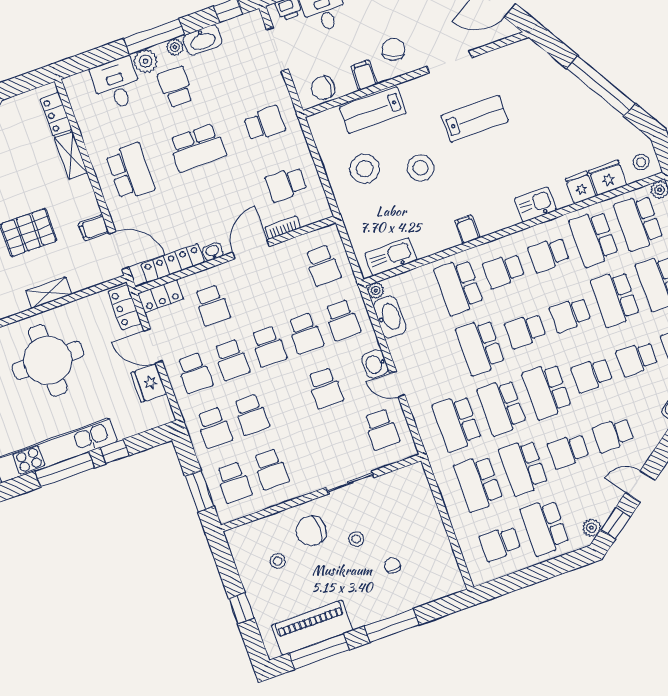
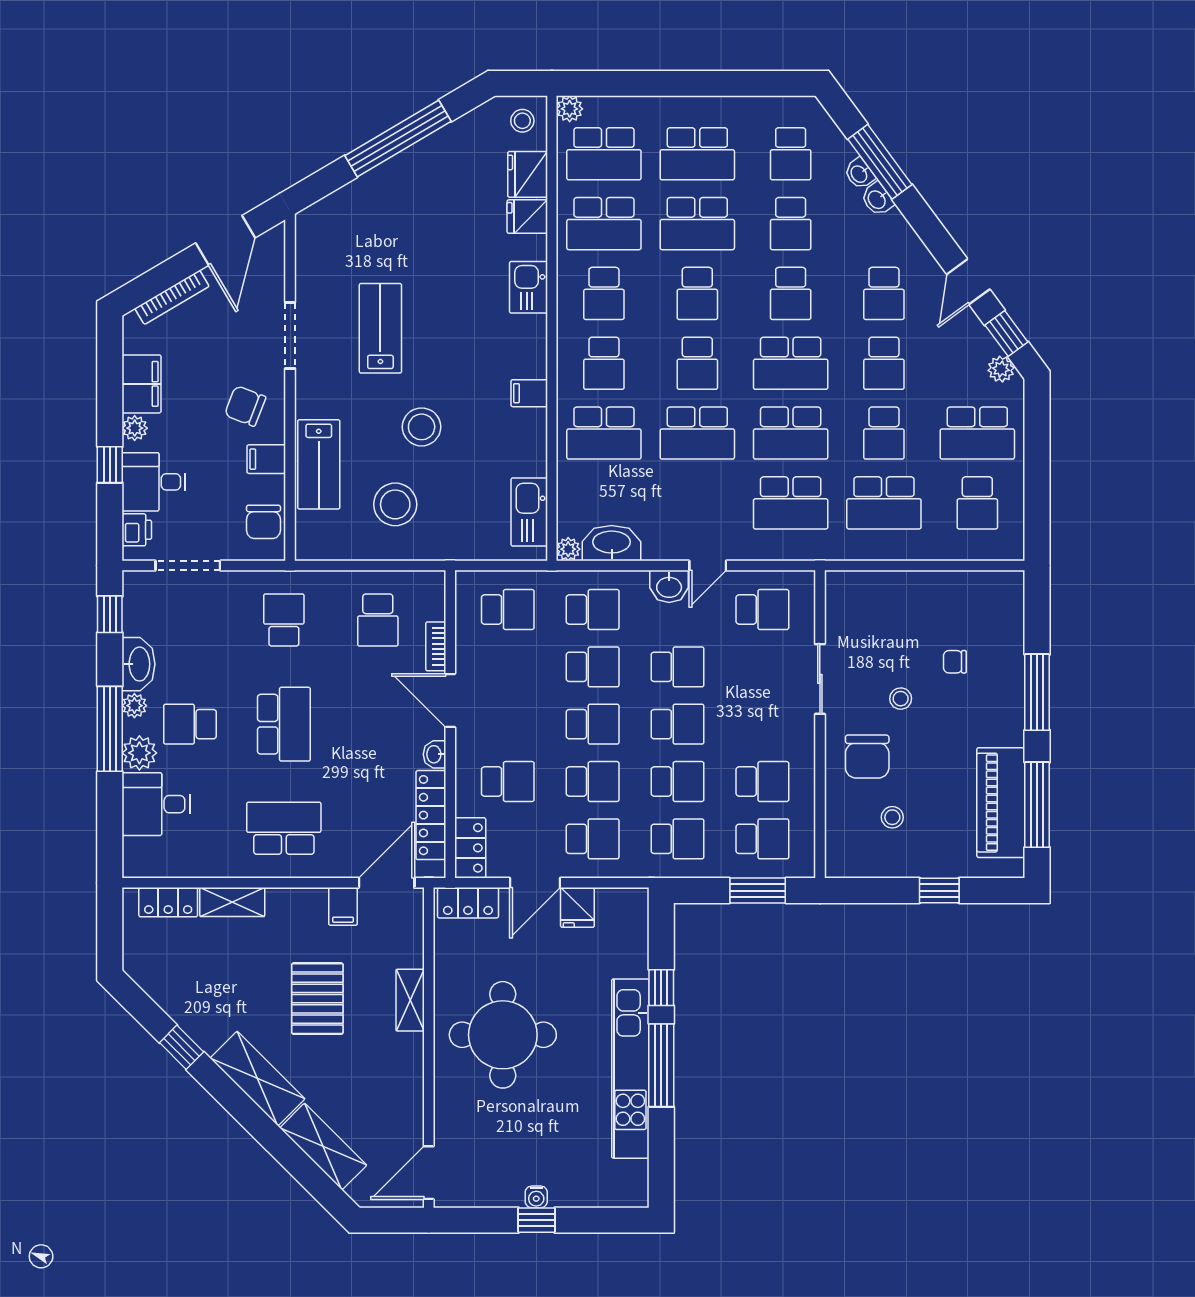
fridge: (149, 383) -> (577, 907), width x0.72
school desk: (288, 401) -> (677, 724), added
school desk: (523, 467) -> (884, 433), width x0.54

